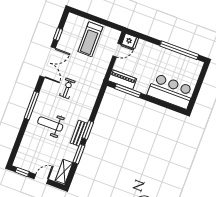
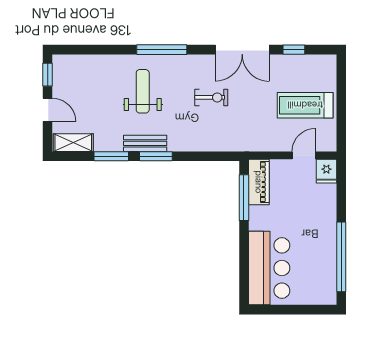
door: (117, 50) -> (304, 155), swing flipped

